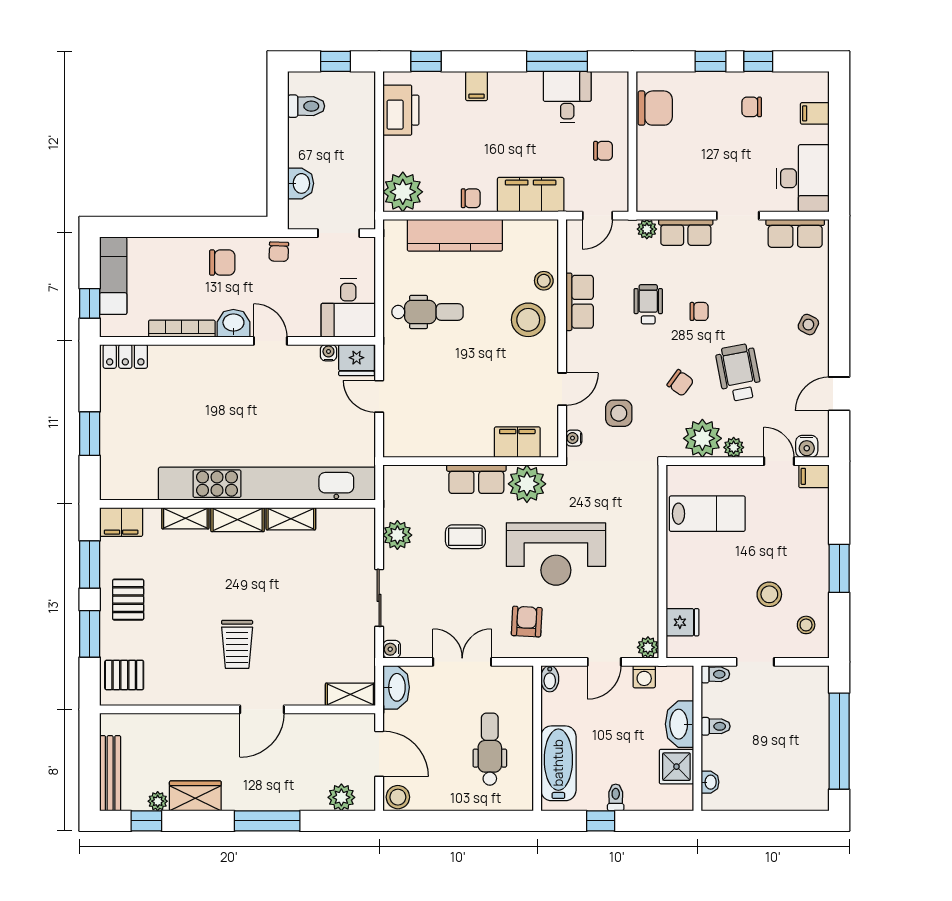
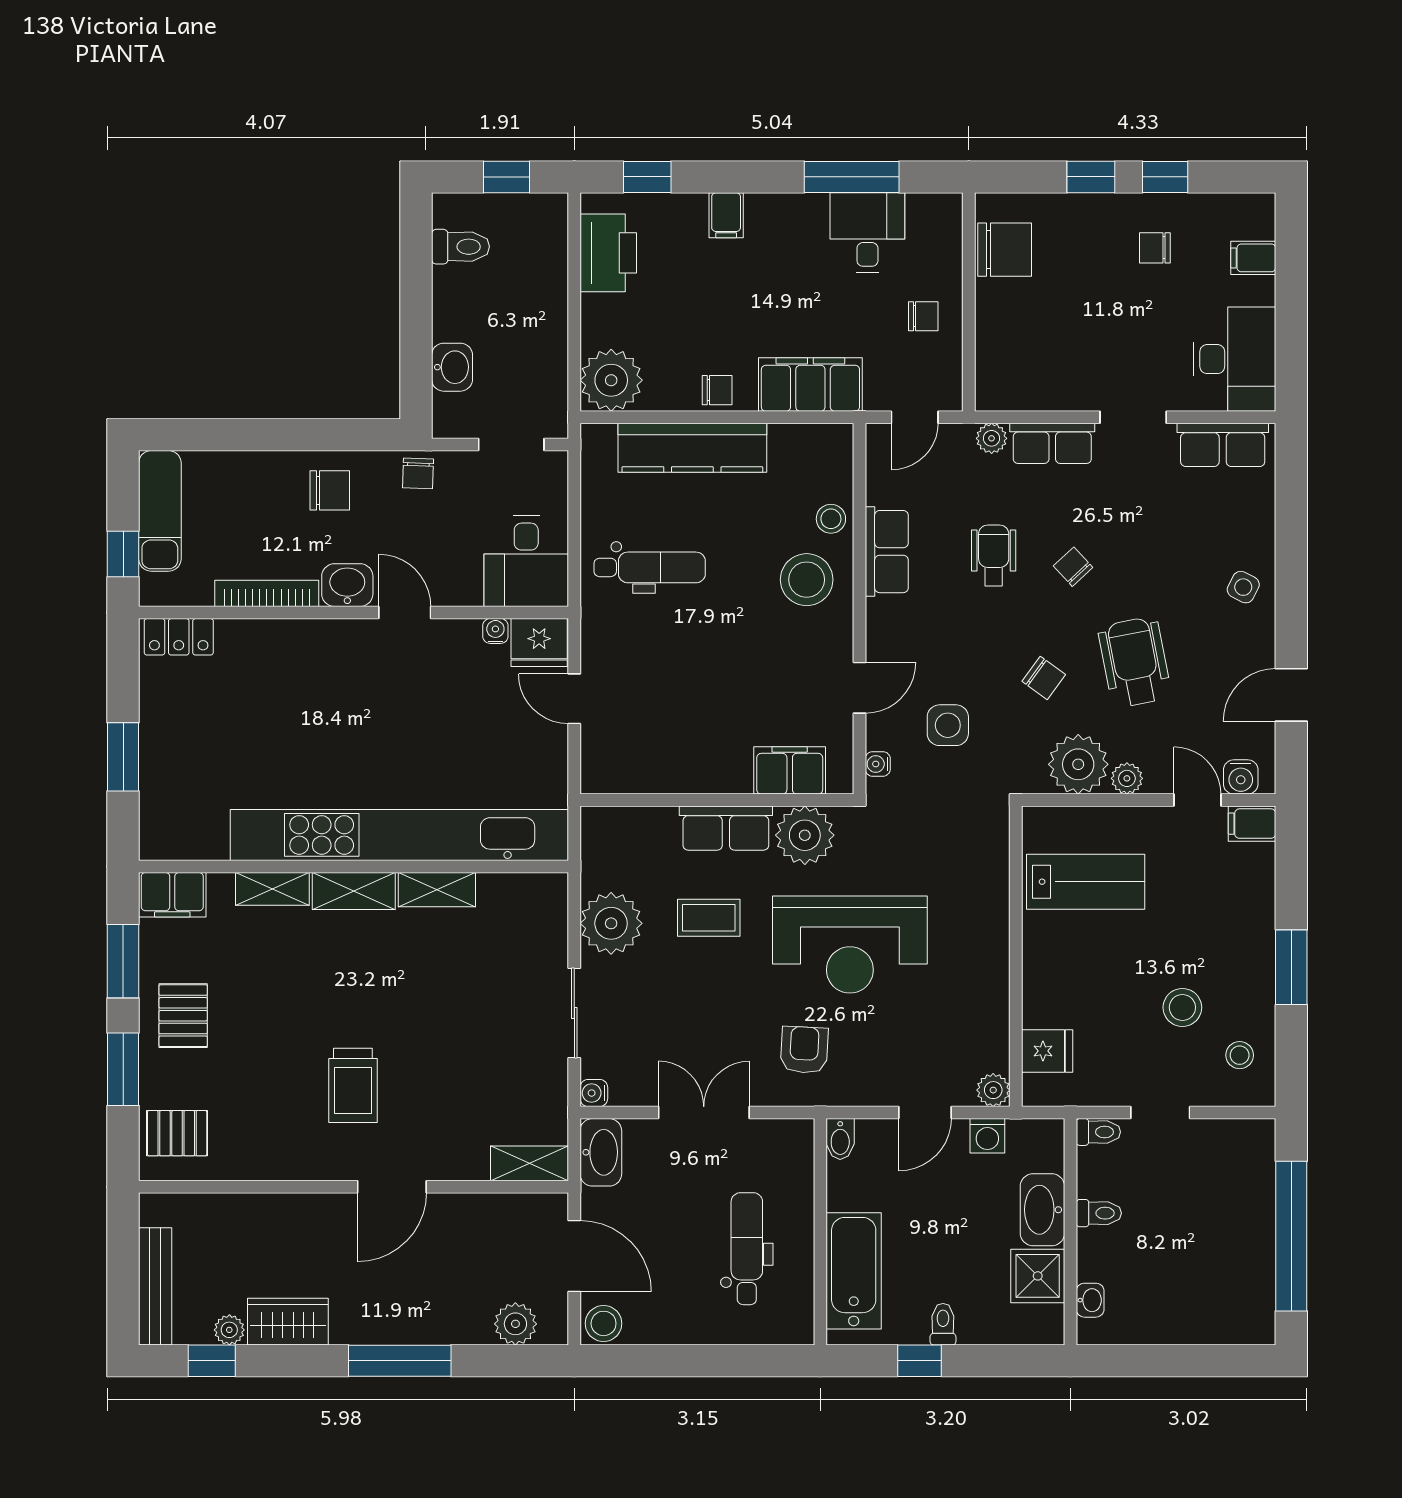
chair: (699, 311) -> (1073, 567), turned -133
plant: (397, 535) -> (611, 923), width x1.36, depth x1.36

